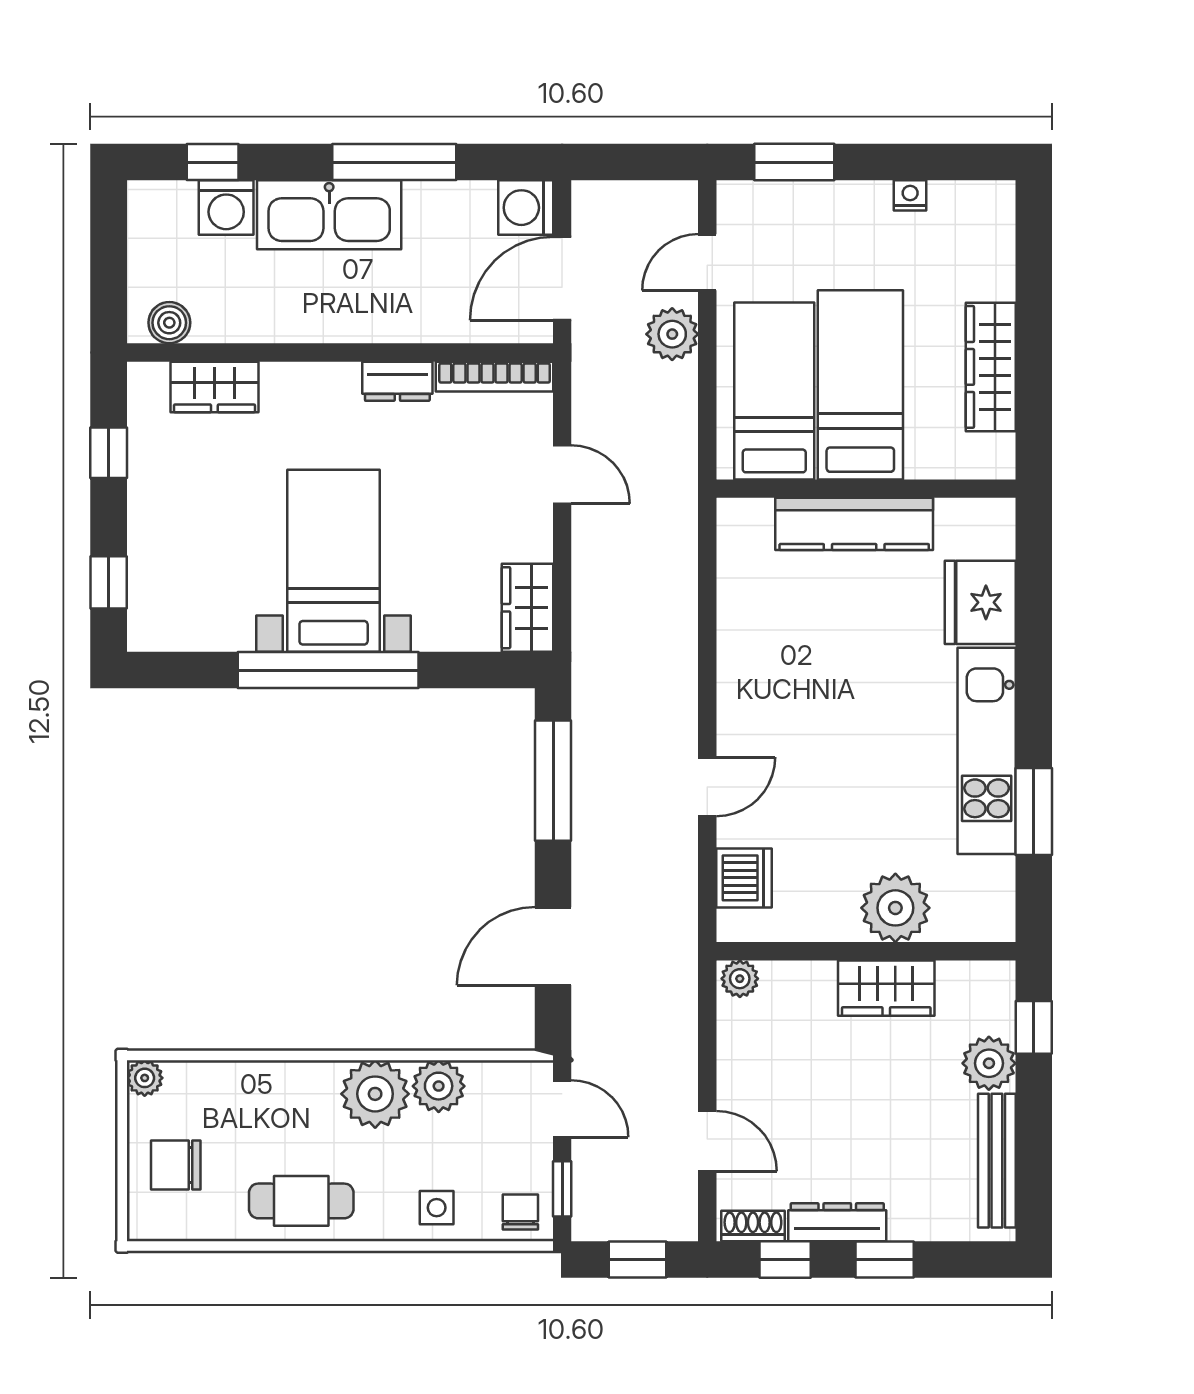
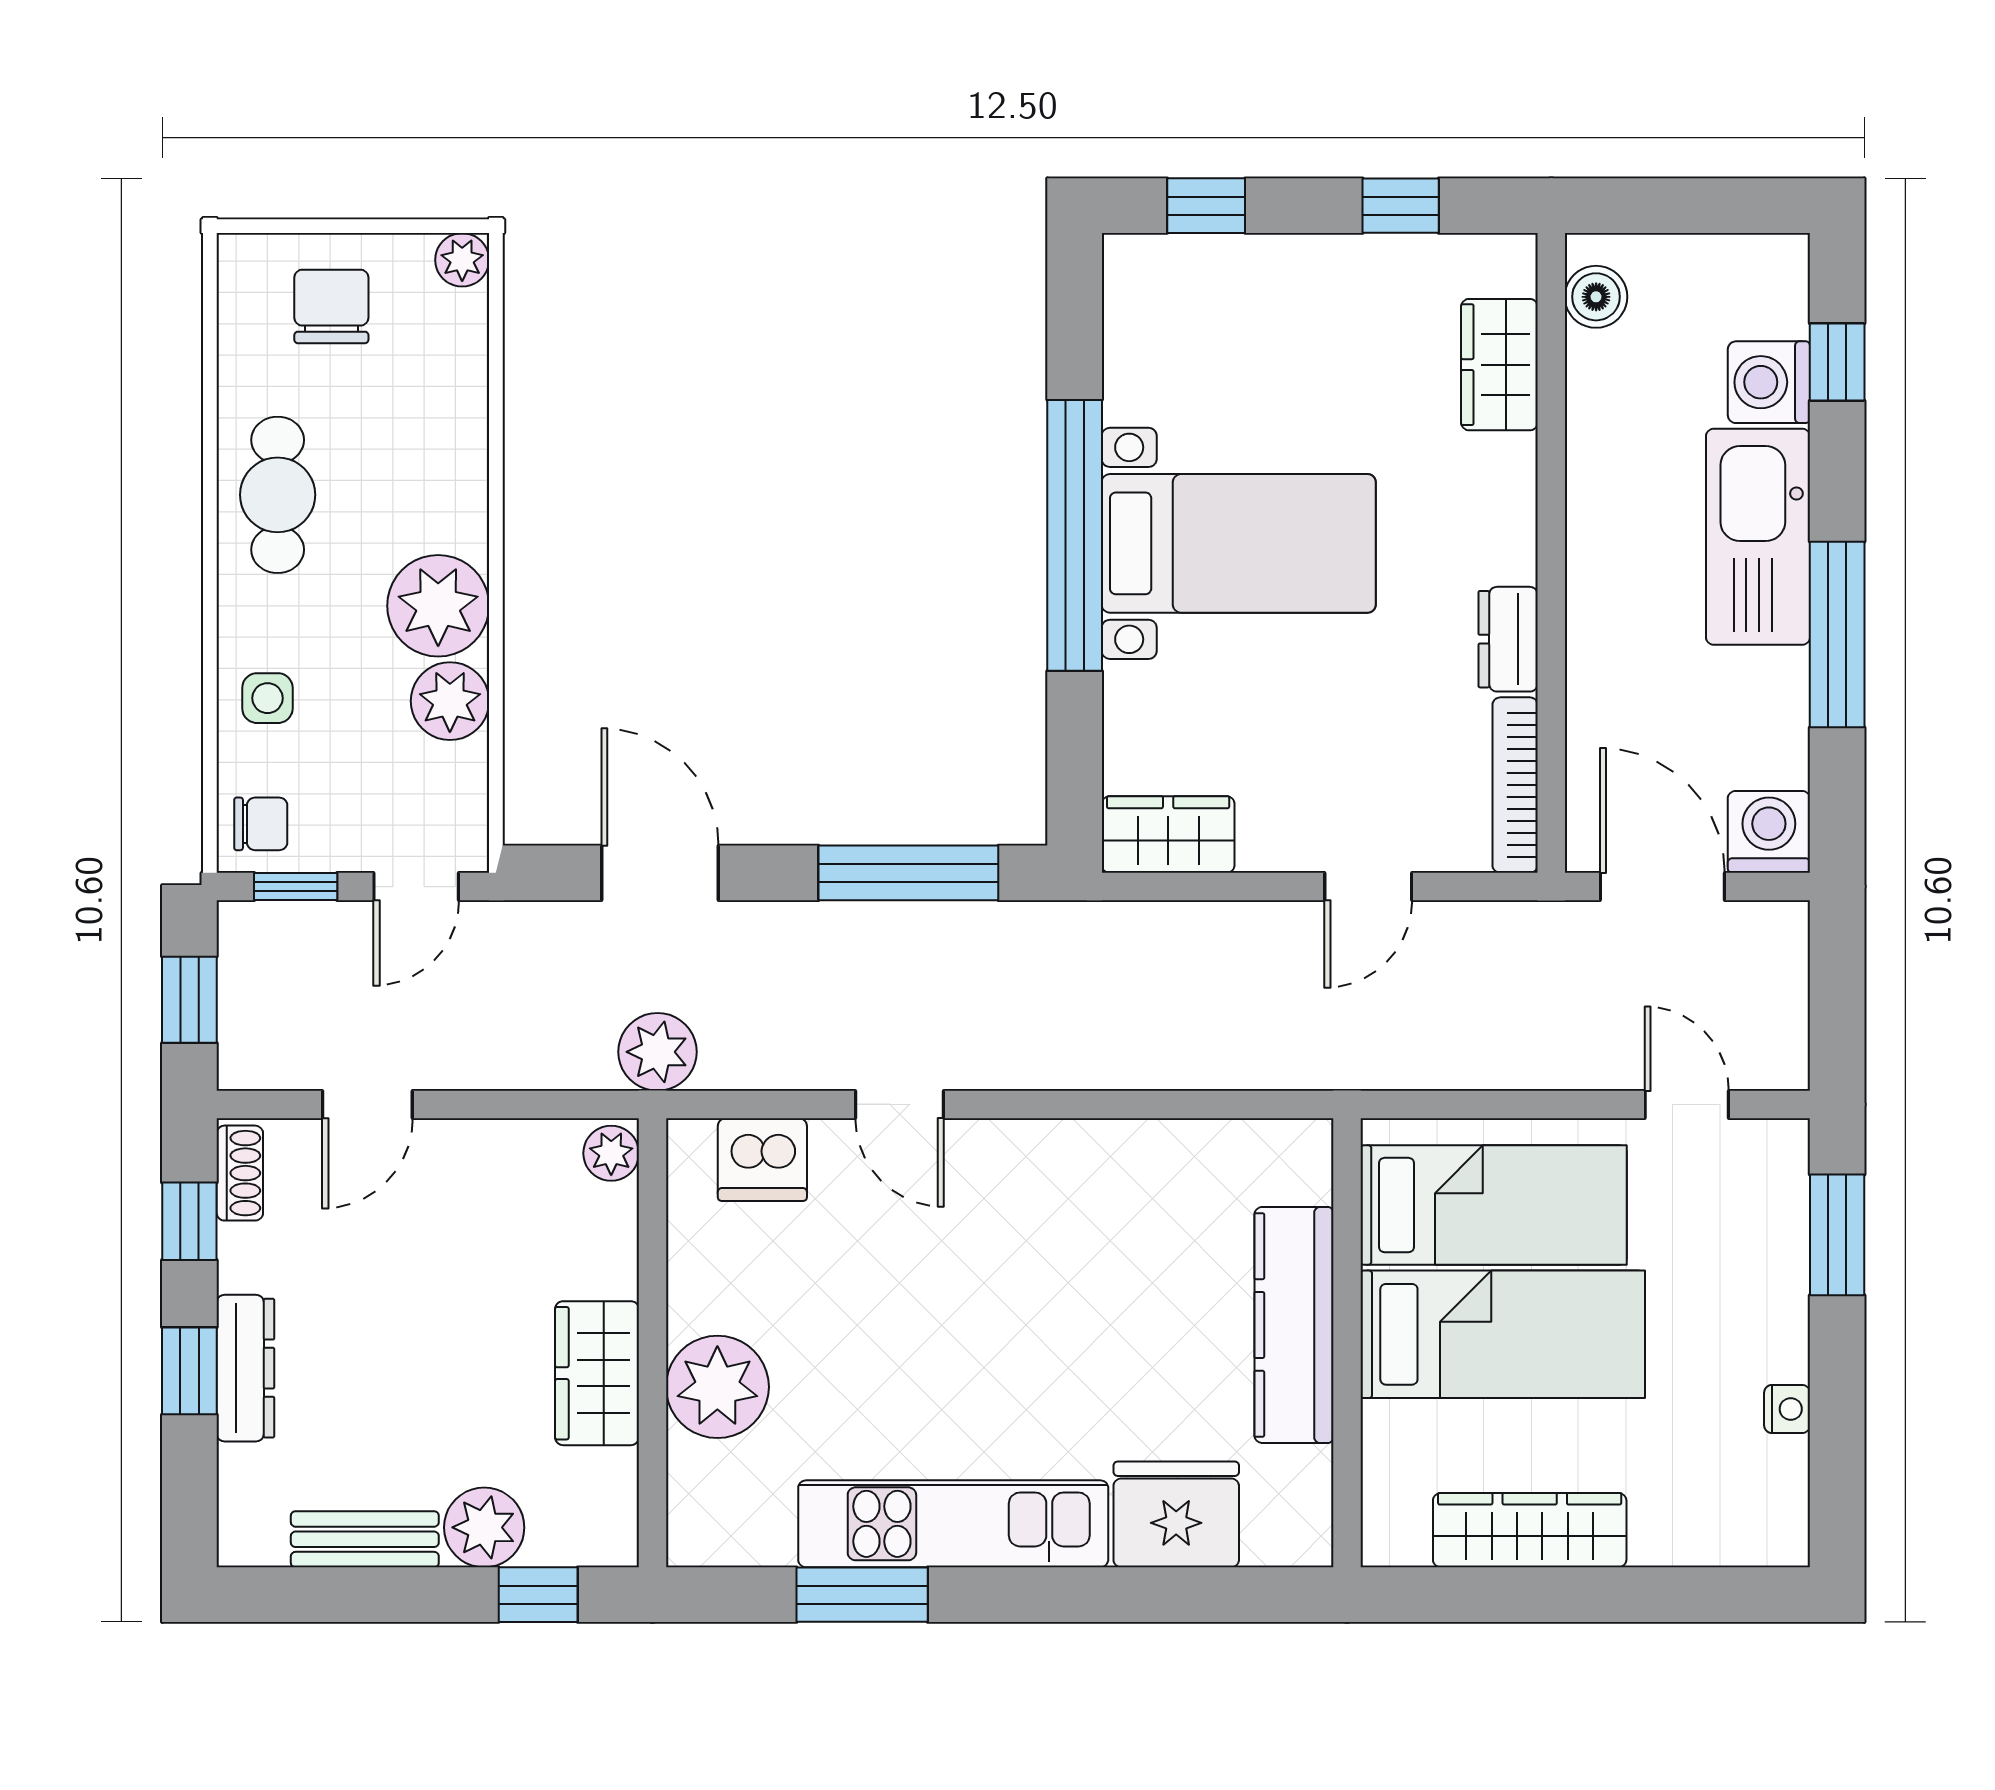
plant: (672, 334) -> (658, 1052), moved
bench: (997, 1161) -> (365, 1539), width x0.73
dresser: (837, 1222) -> (245, 1368), moved

